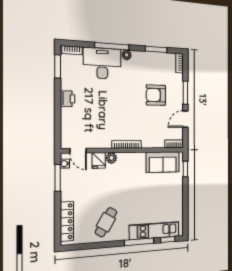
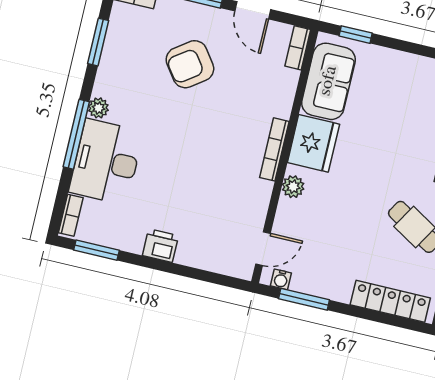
armchair: (156, 95) -> (190, 64), turned 54
fridge: (99, 160) -> (313, 143), moved, width x1.88, depth x1.34

